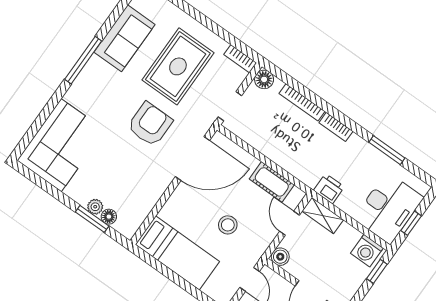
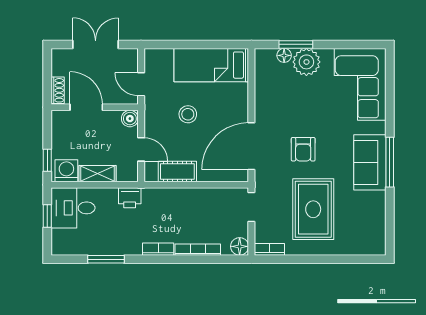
sofa: (124, 38) -> (370, 162), moved
armchair: (150, 124) -> (303, 149), width x0.72, depth x0.72
plant: (95, 207) -> (306, 62), width x1.87, depth x1.87
desk: (389, 208) -> (73, 208), width x0.73
shelving: (323, 216) -> (97, 174), moved

